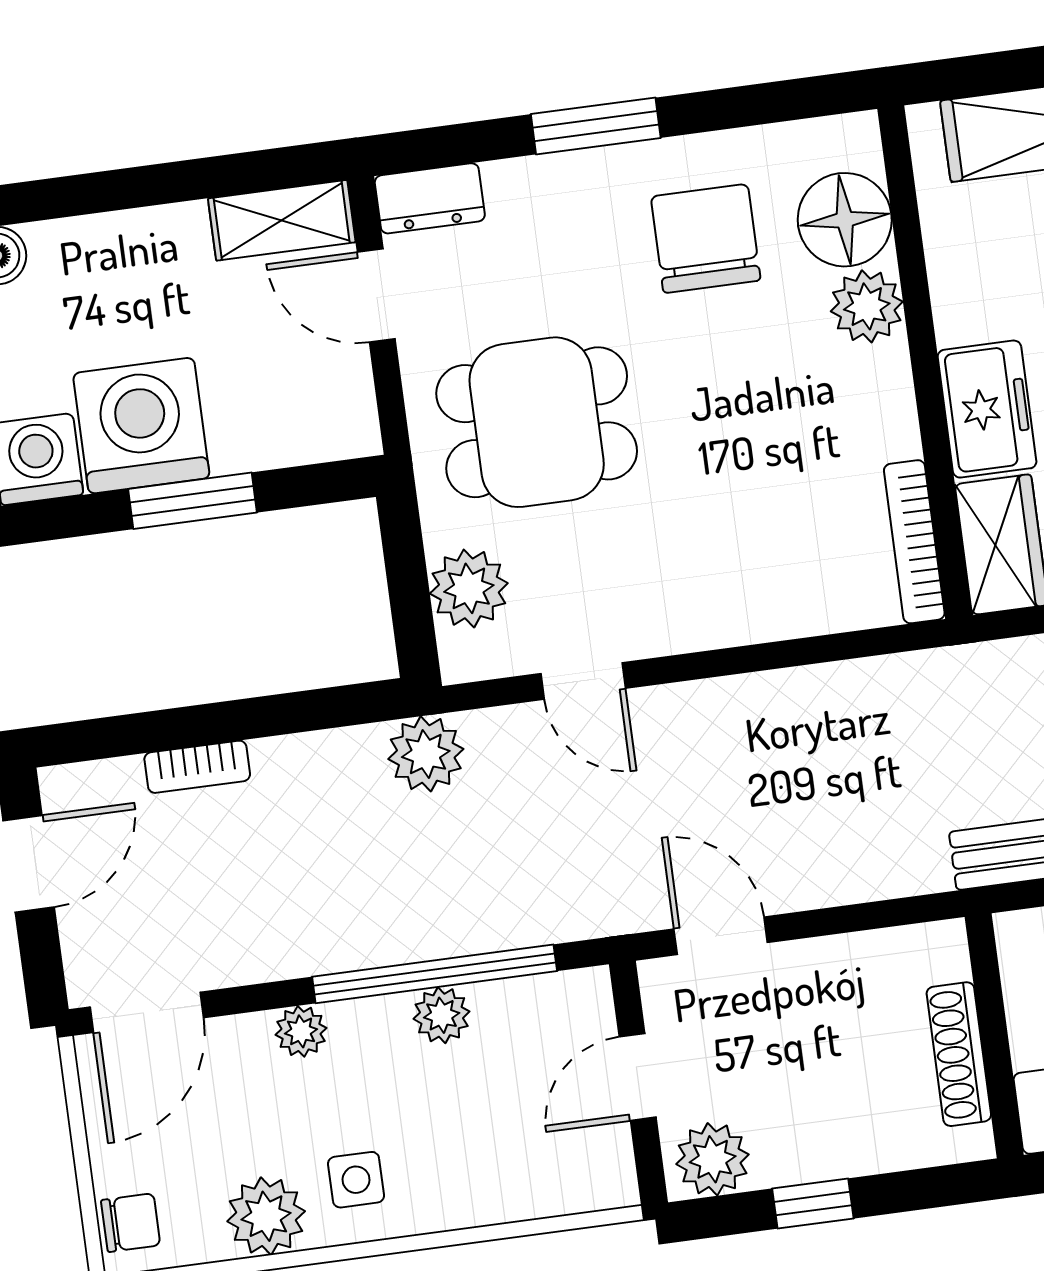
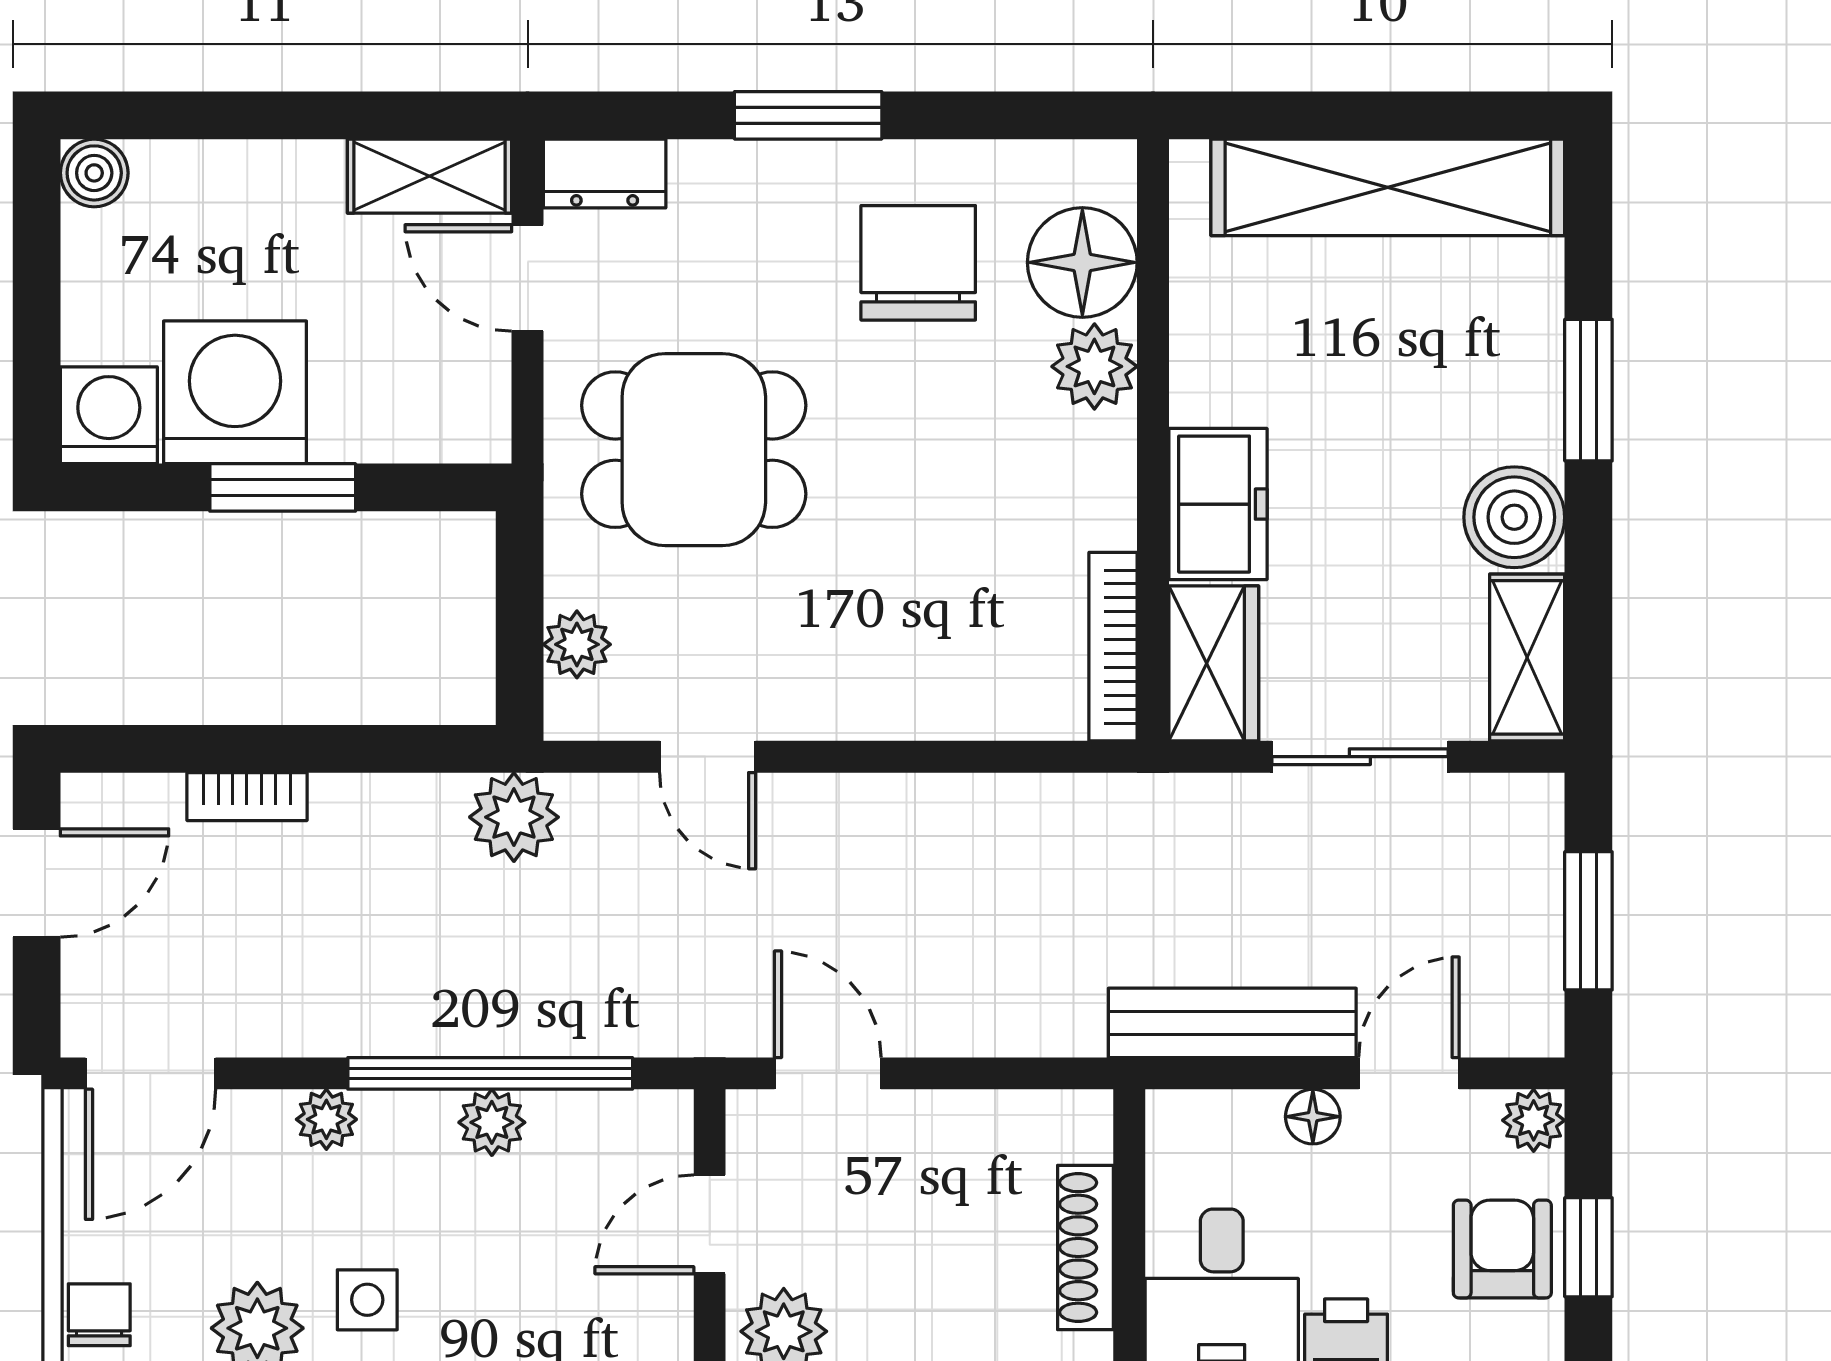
plant: (469, 588) -> (577, 644), width x0.73, depth x0.73
chair: (131, 1223) -> (99, 1315), turned -90

